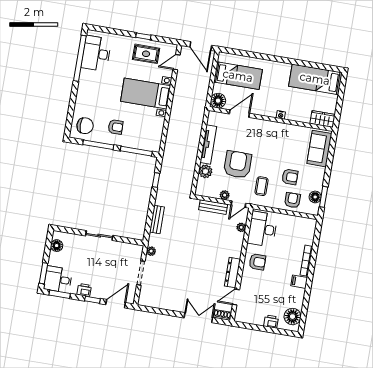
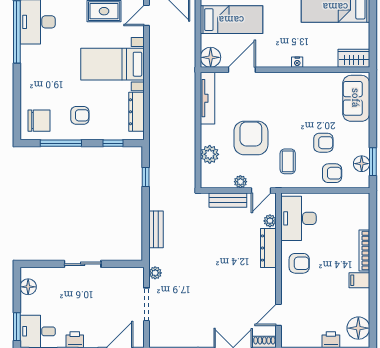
dresser: (157, 131) -> (136, 112), added
tv unit: (208, 144) -> (208, 98), moved
window: (136, 151) -> (113, 143), width x0.46
armchair: (292, 200) -> (332, 173), turned 90
dresser: (232, 273) -> (268, 248), moved

